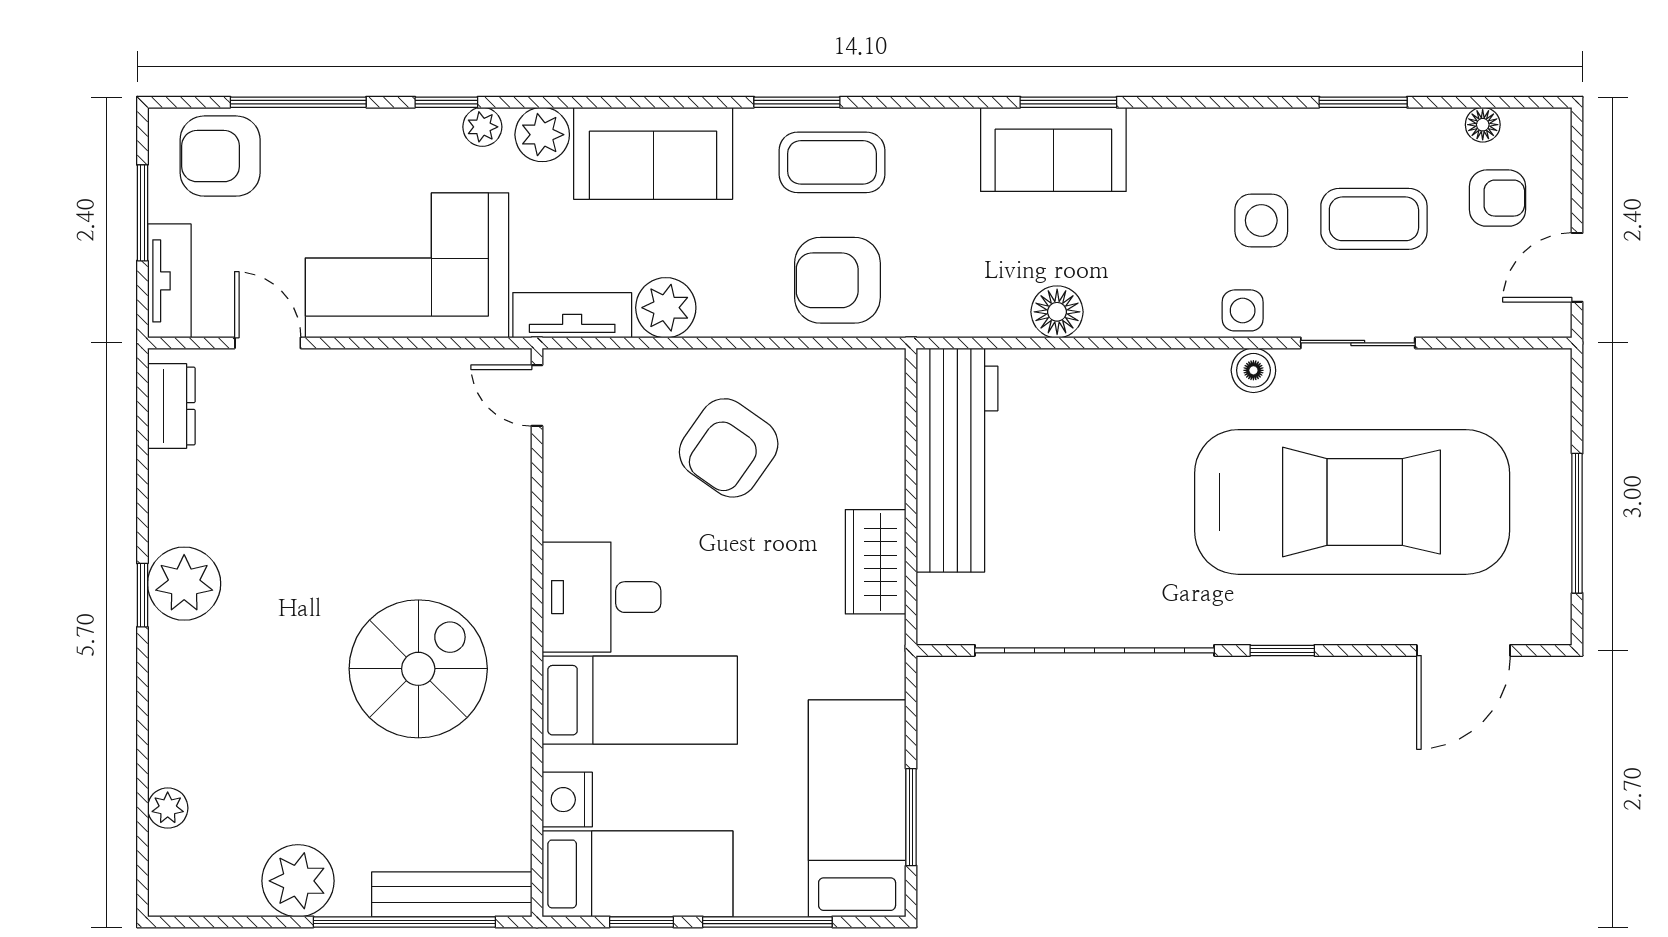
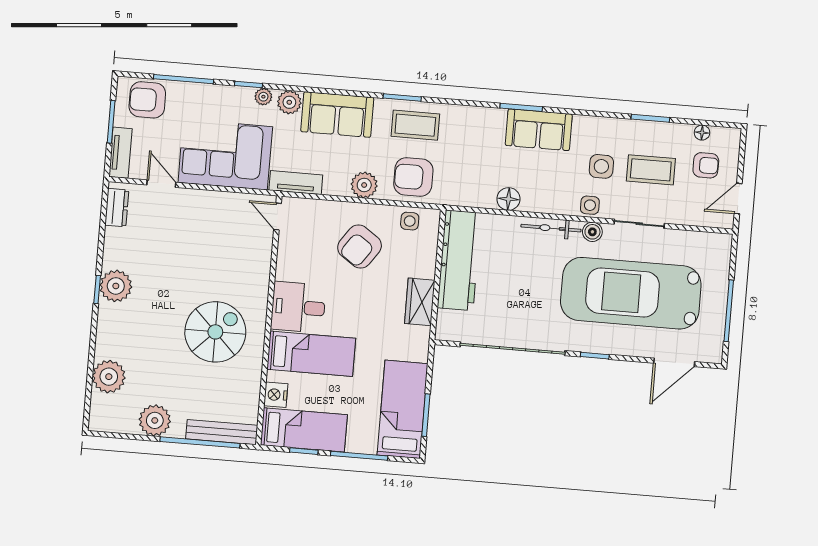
sofa: (1053, 149) -> (539, 130), moved
plant: (666, 308) -> (364, 185), moved
bicycle: (1159, 370) -> (551, 228), added
side table: (837, 381) -> (410, 221), added
car: (1352, 502) -> (631, 293), turned 180
plant: (168, 808) -> (109, 377), width x1.88, depth x1.88

